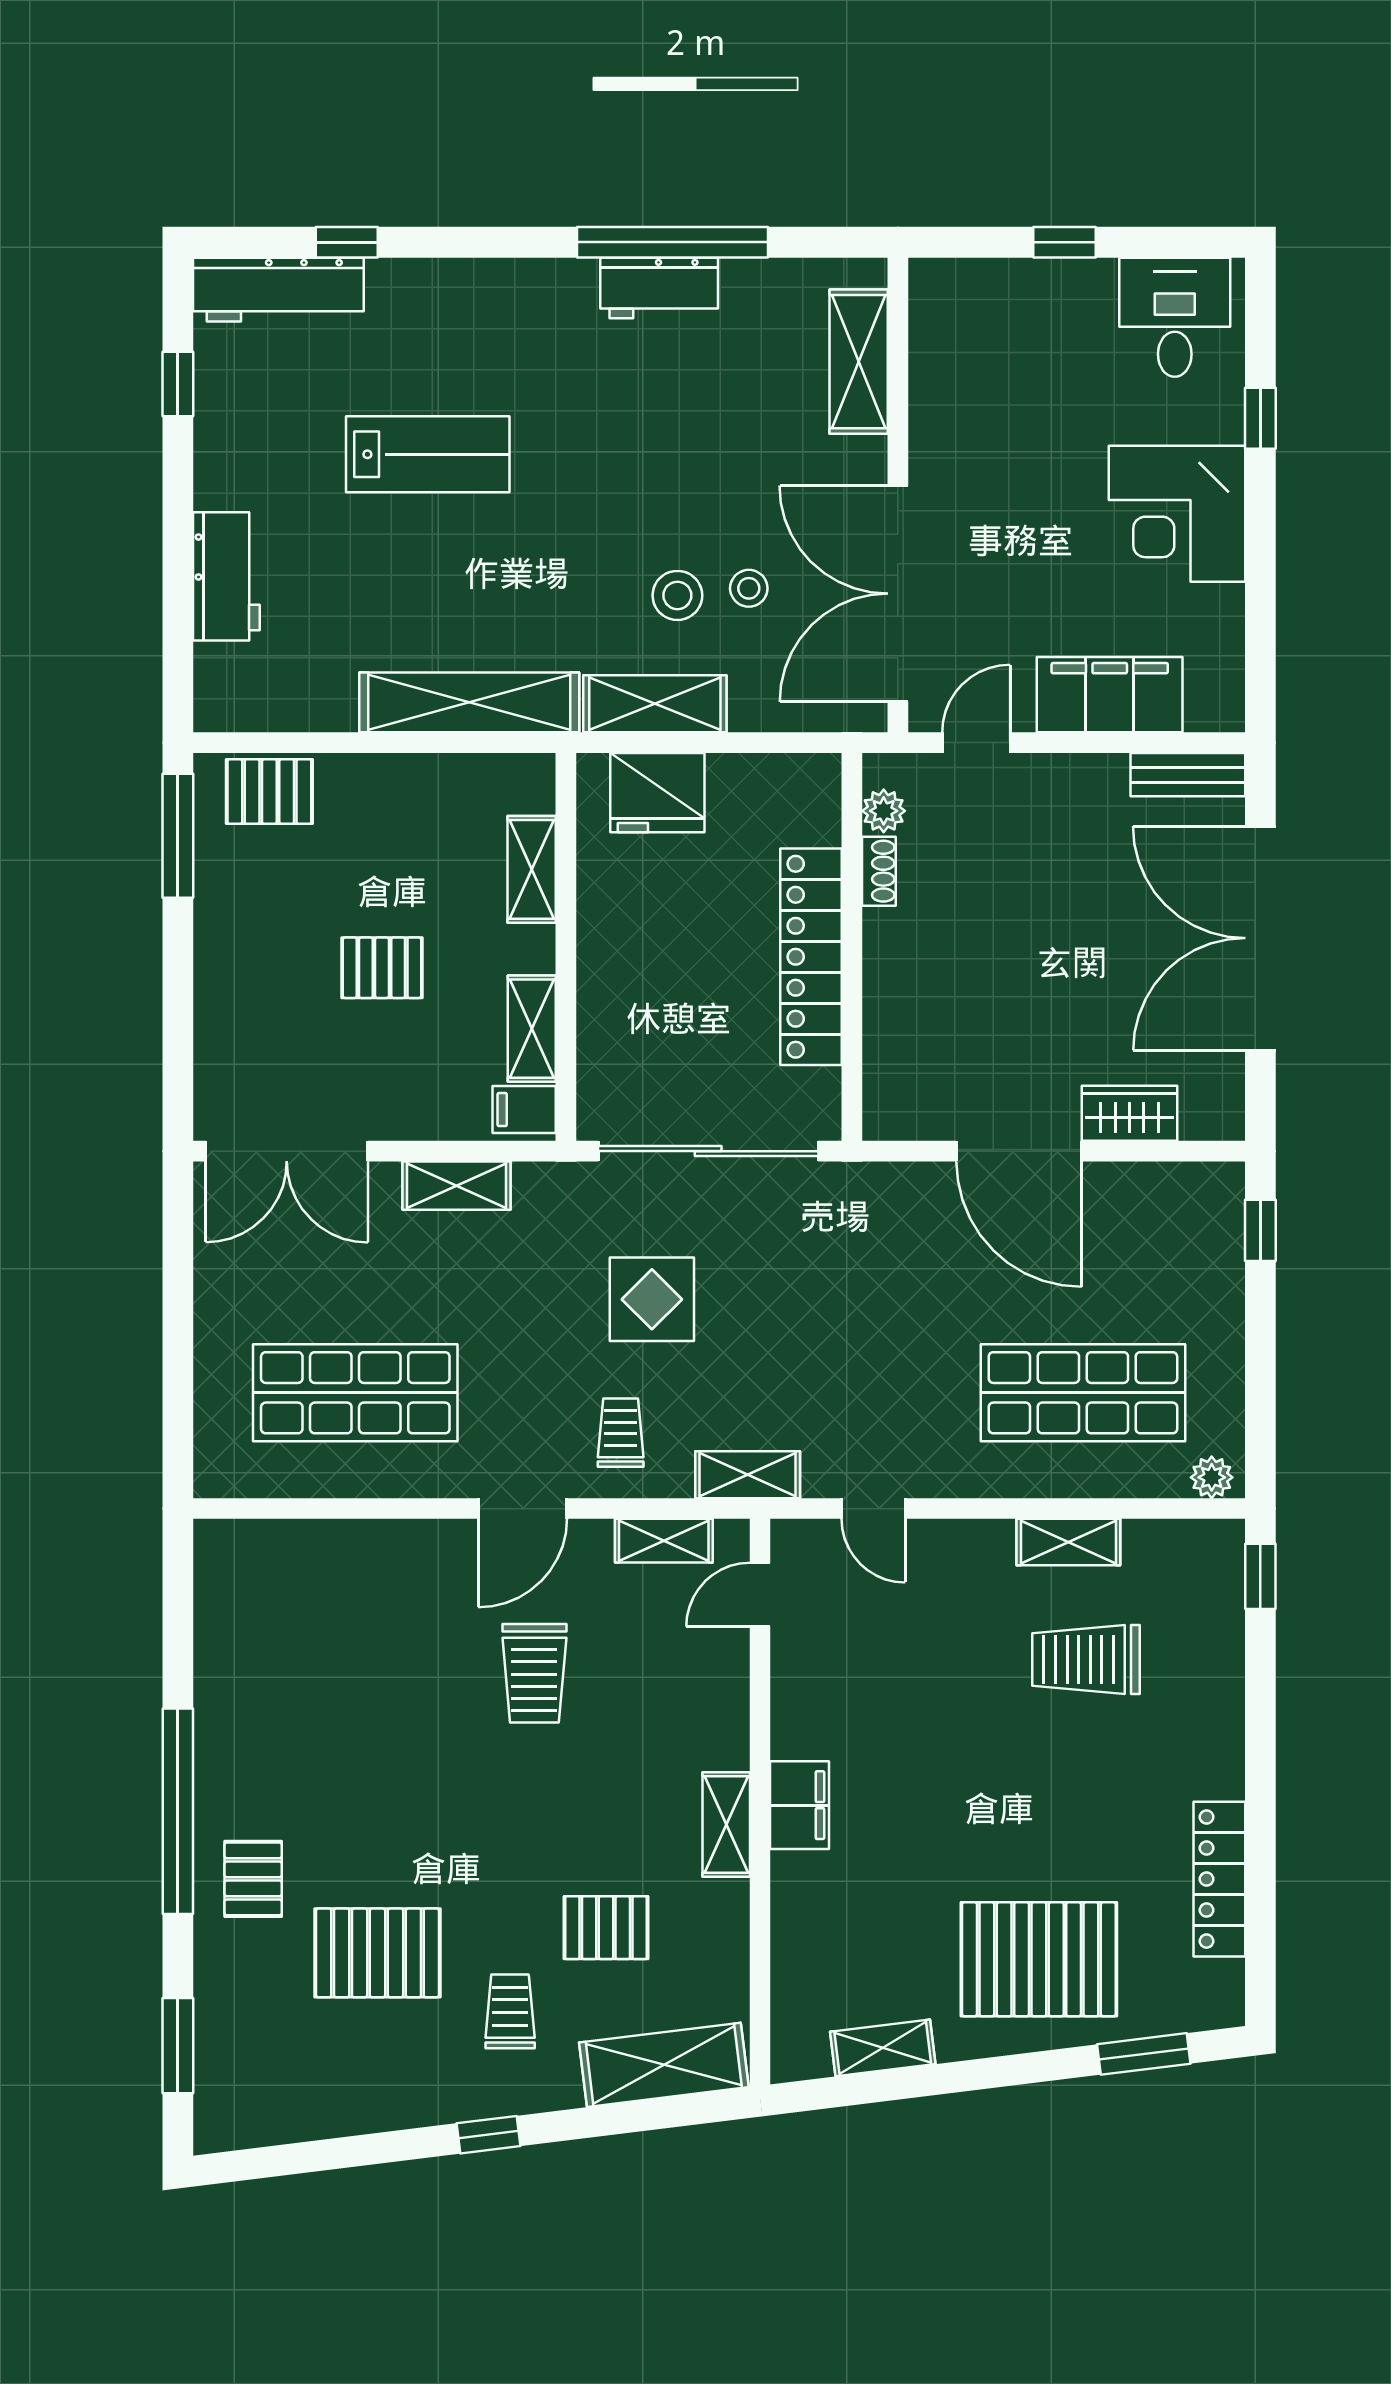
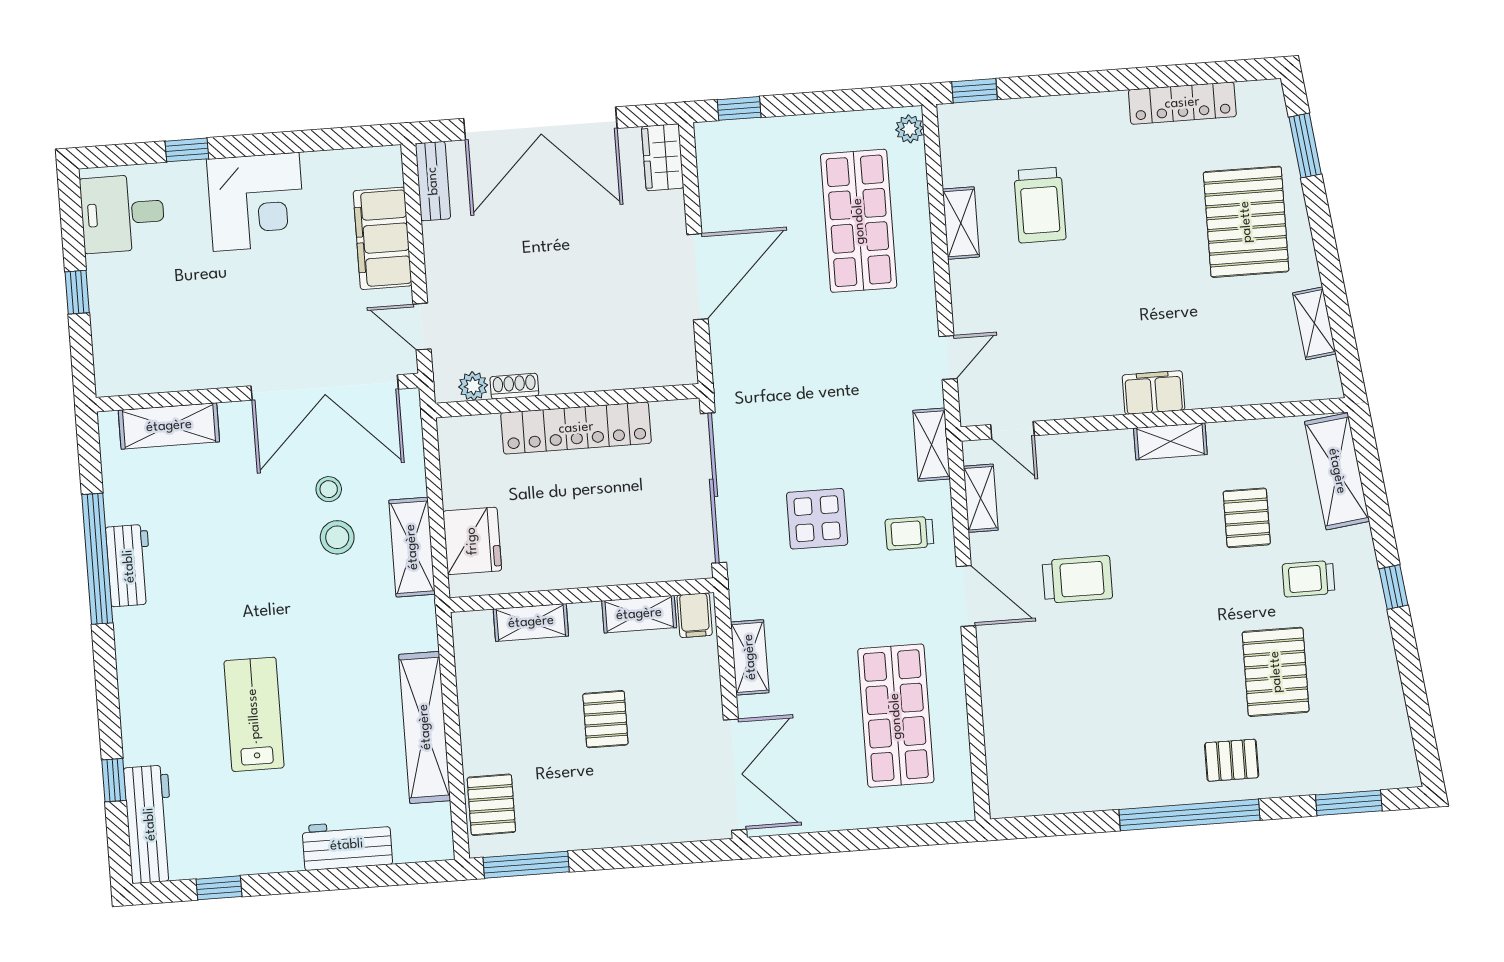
shelving: (469, 702) -> (425, 727), moved
wardrobe: (1130, 1113) -> (663, 157), moved

